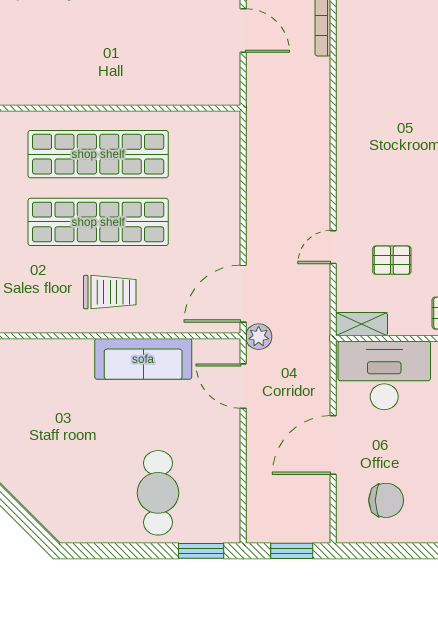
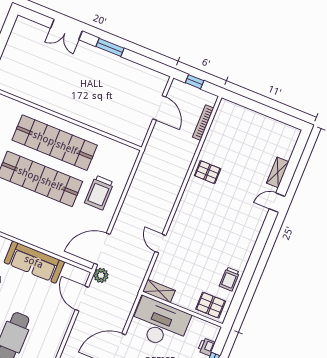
door: (333, 247) -> (160, 244), hinge flipped
pallet: (392, 260) -> (208, 172), moved
trolley: (110, 292) -> (99, 193), moved, turned 90

